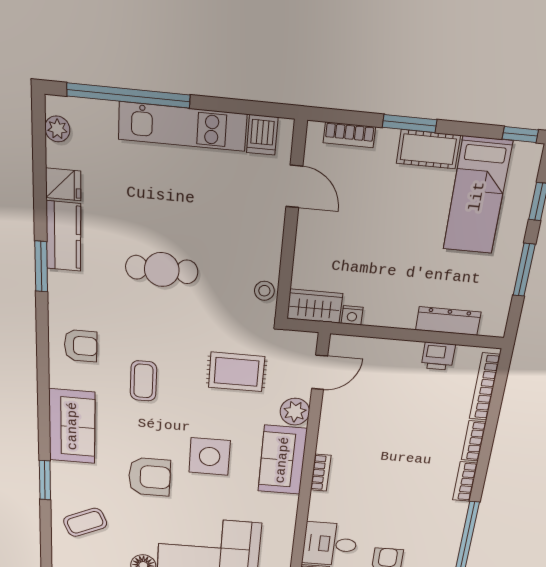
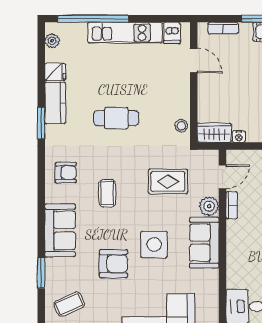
bookcase: (321, 473) -> (232, 205), moved

